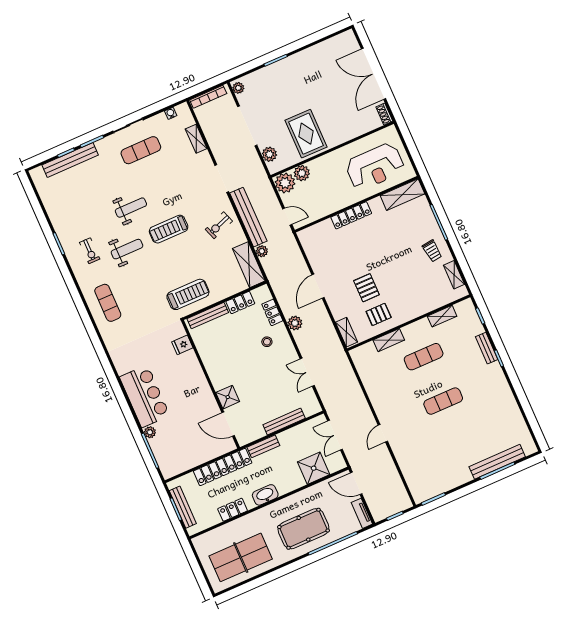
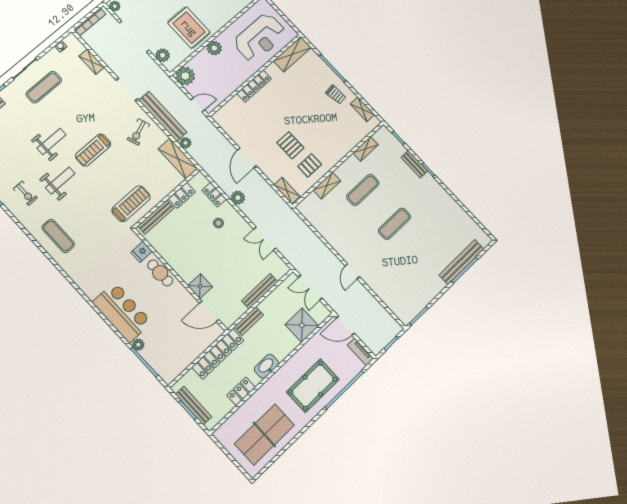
plant: (302, 173) -> (214, 48), moved
cafe table: (194, 371) -> (160, 273), added

